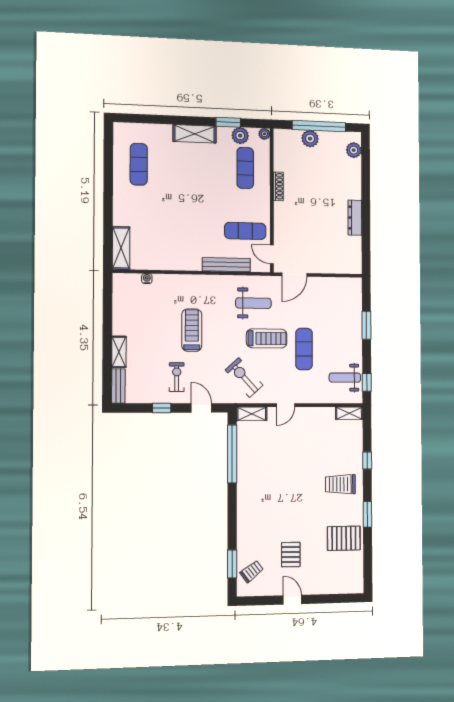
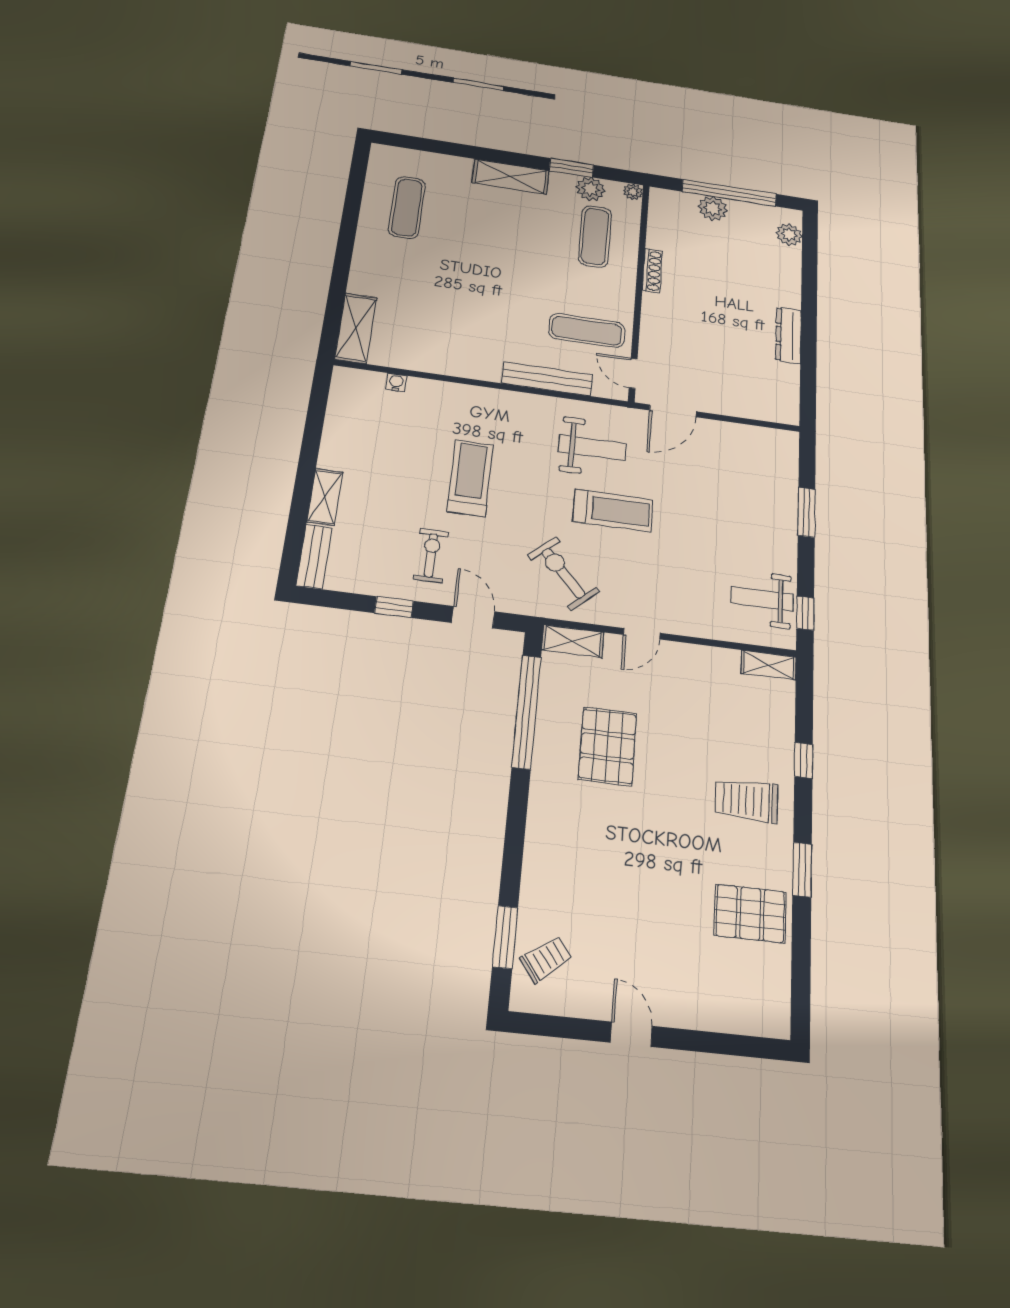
exercise mat: (304, 349) -> (684, 538), removed
pallet: (291, 555) -> (608, 746), moved, width x1.50, depth x1.42

